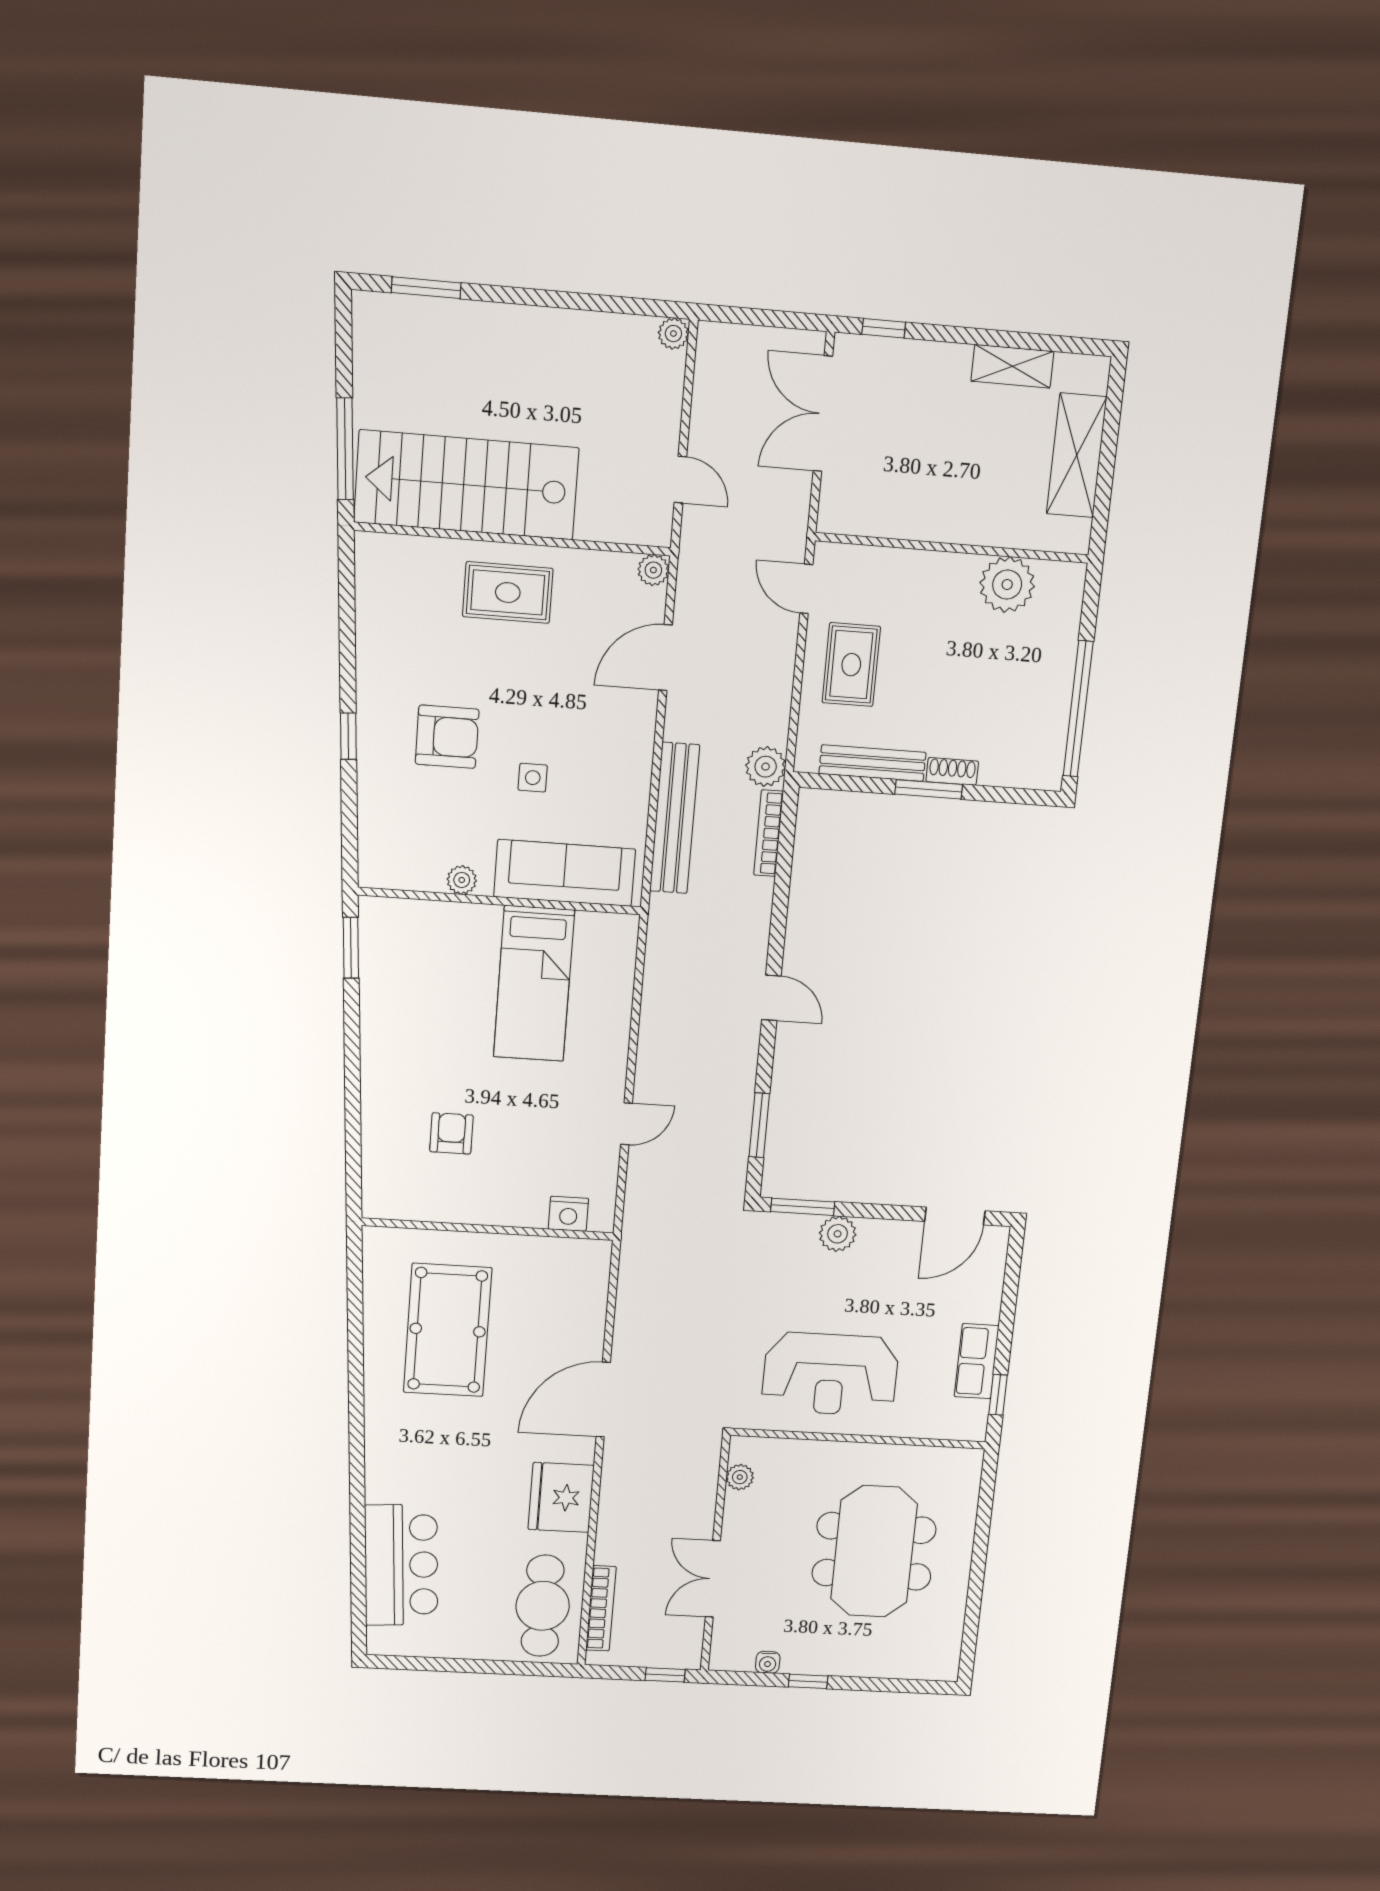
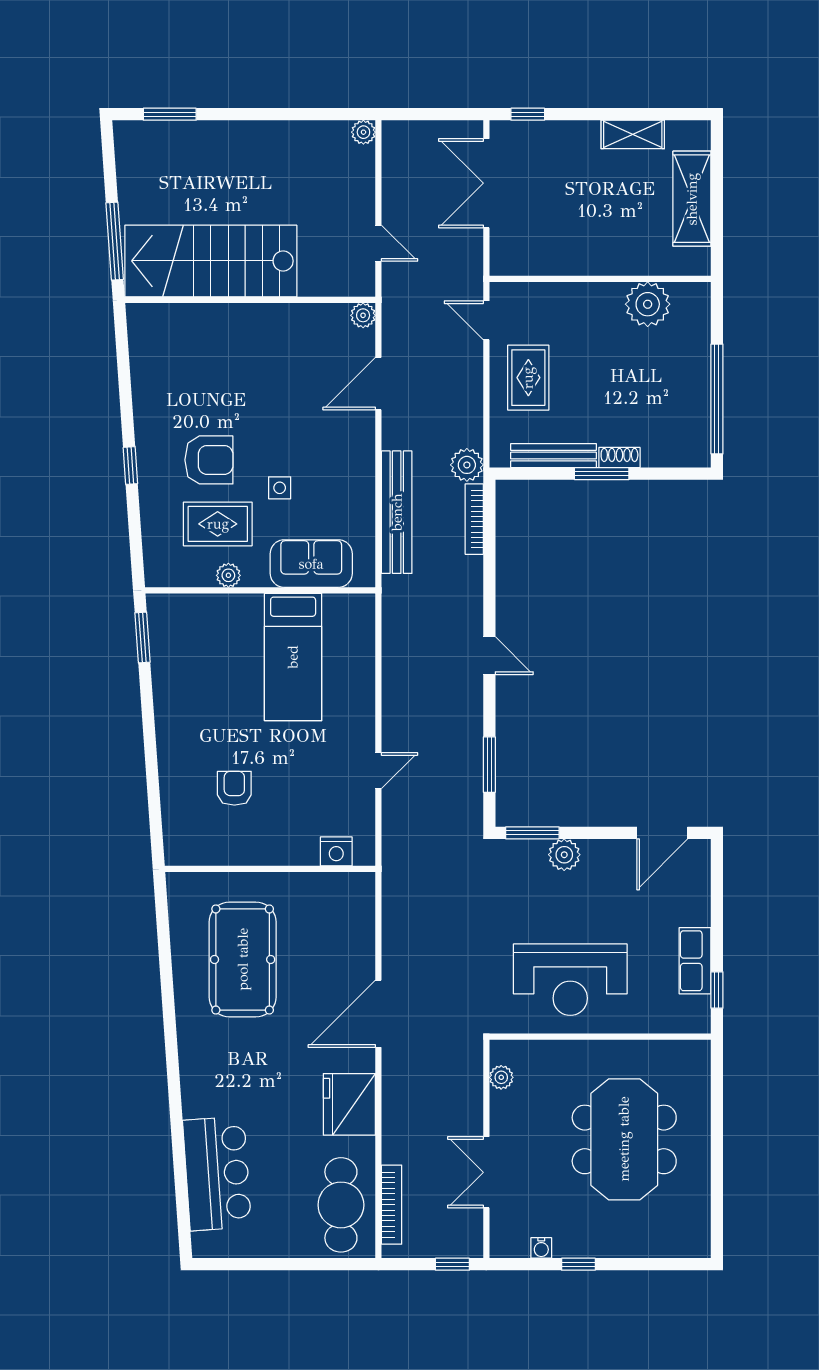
rug: (508, 593) -> (218, 524), moved
sofa: (565, 873) -> (311, 564), width x0.73

